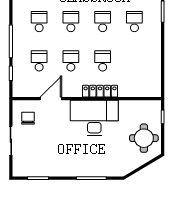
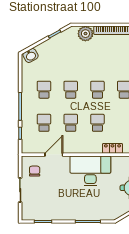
locker: (100, 91) -> (112, 148), moved, width x0.66

